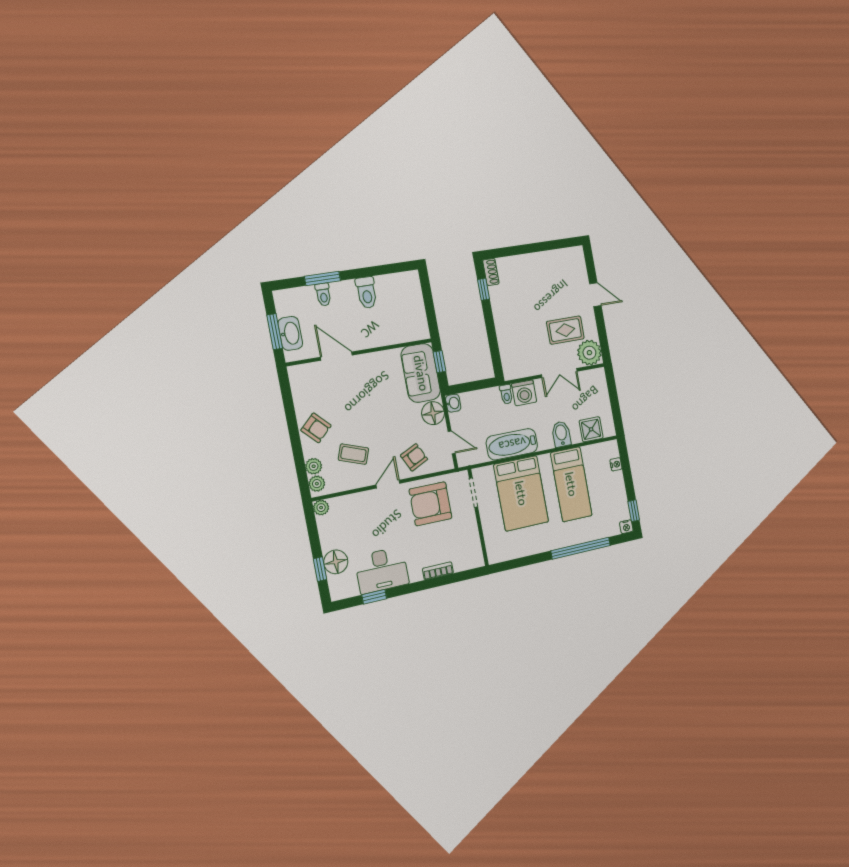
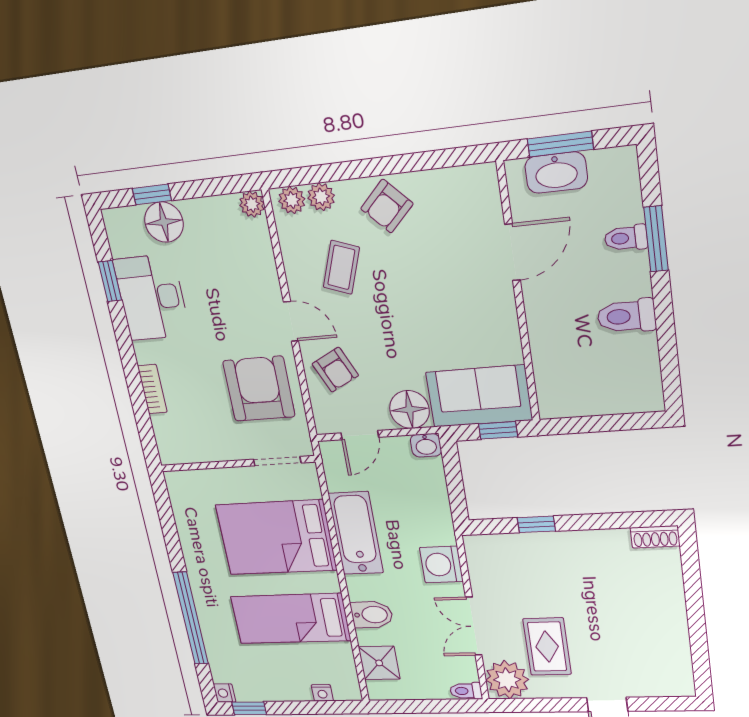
window: (483, 289) -> (536, 524), moved
toilet: (506, 394) -> (466, 691), moved

